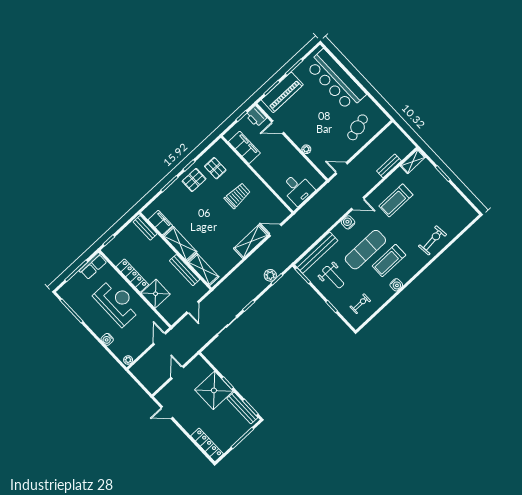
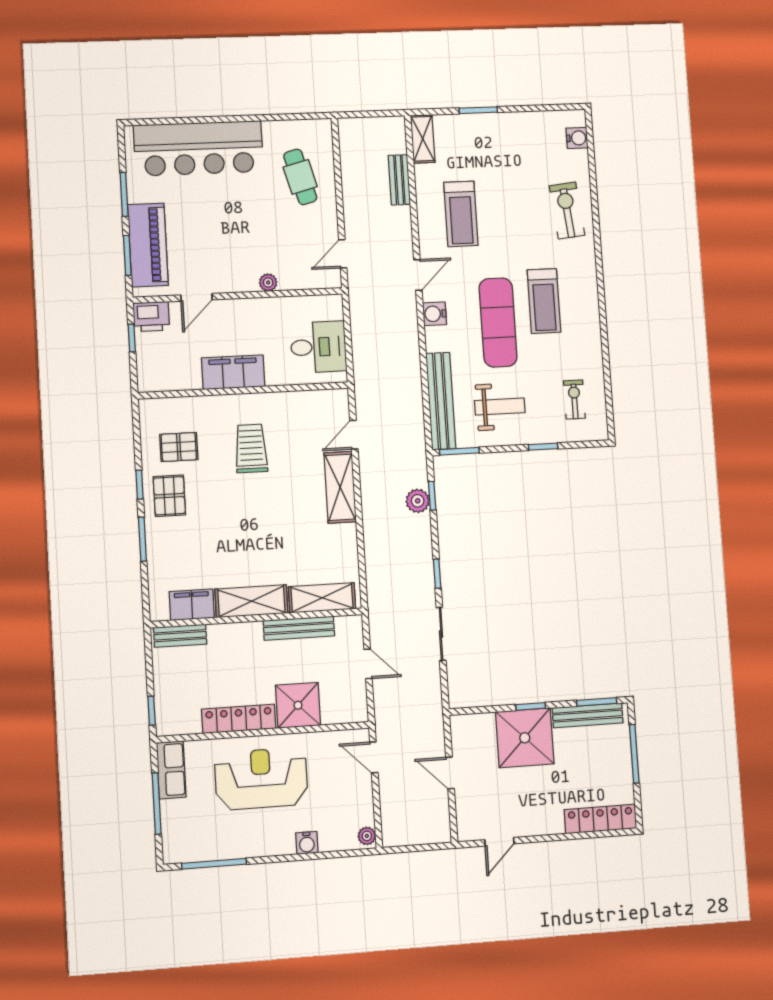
filing cabinet: (244, 147) -> (233, 372), moved
water cooler: (396, 285) -> (577, 138), moved

